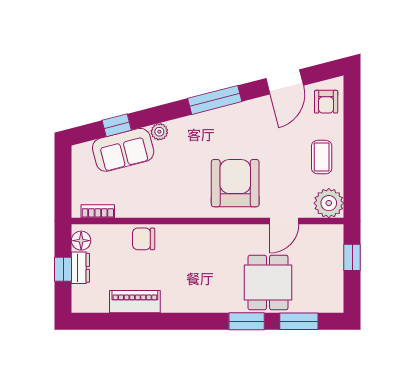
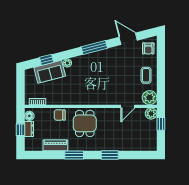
door: (285, 82) -> (128, 39), swing flipped
armchair: (235, 183) -> (104, 88), removed
plant: (332, 236) -> (151, 114), added
dining table: (268, 282) -> (85, 123), moved
window: (299, 321) -> (74, 155), moved

